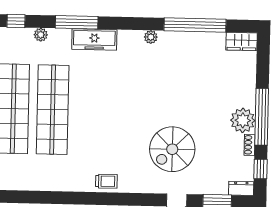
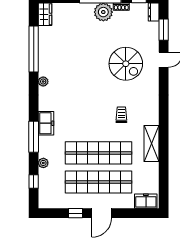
freezer: (94, 39) -> (46, 123), width x0.71
shelving: (64, 181) -> (152, 144), added
trolley: (106, 181) -> (121, 115), moved

